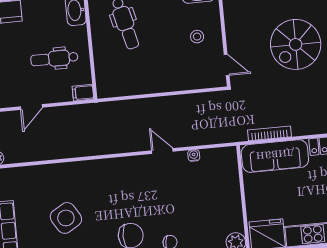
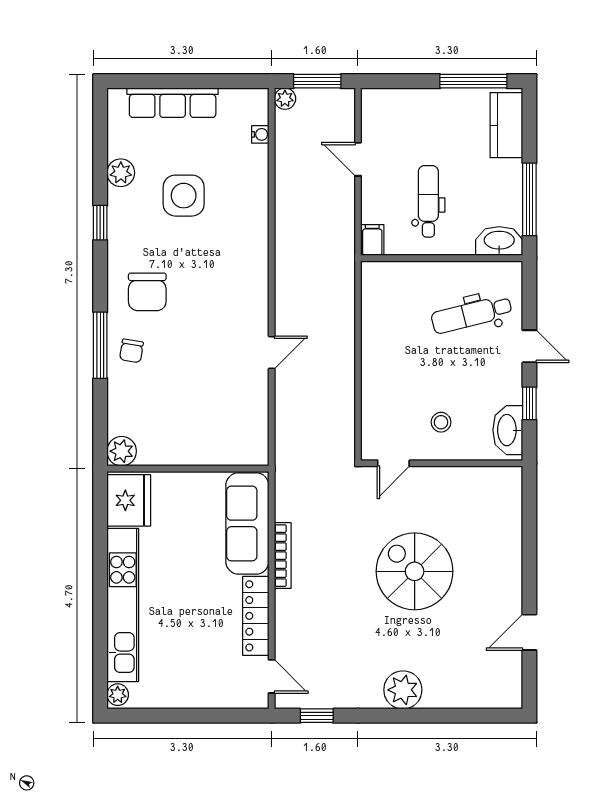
bookcase: (269, 133) -> (283, 556), moved
water cooler: (194, 155) -> (260, 134), moved
side table: (66, 218) -> (184, 196), turned 31

